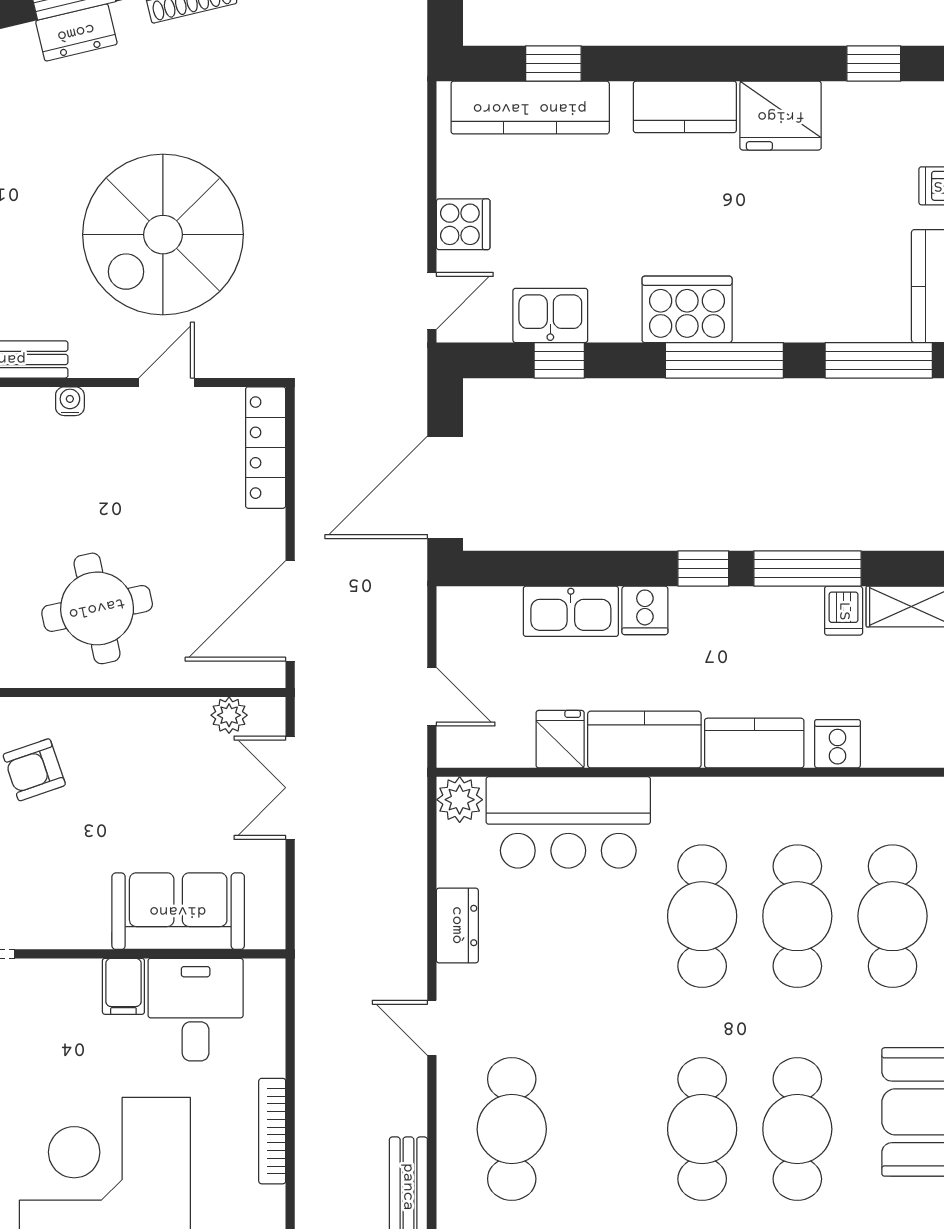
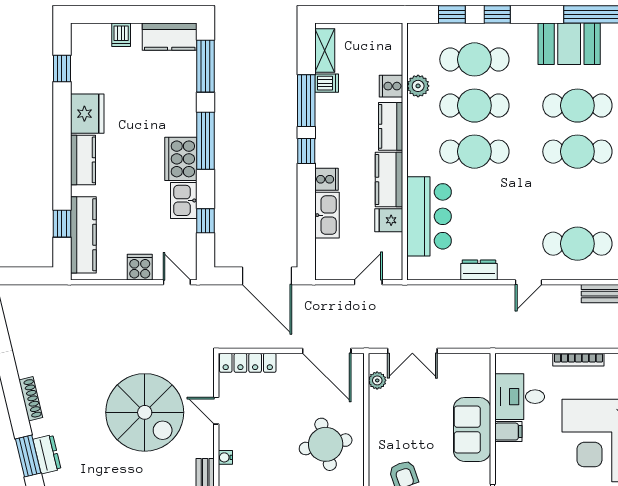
kitchen sink: (550, 315) -> (184, 200), moved
plant: (460, 800) -> (418, 86), moved
sofa: (178, 911) -> (472, 429), moved

